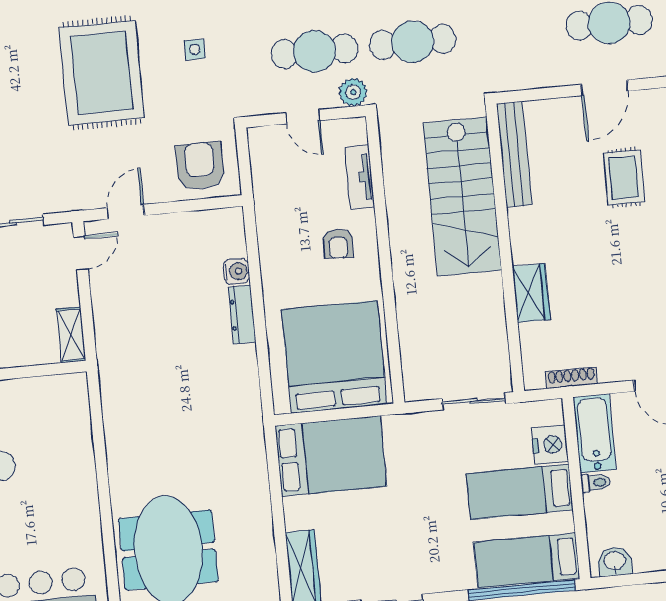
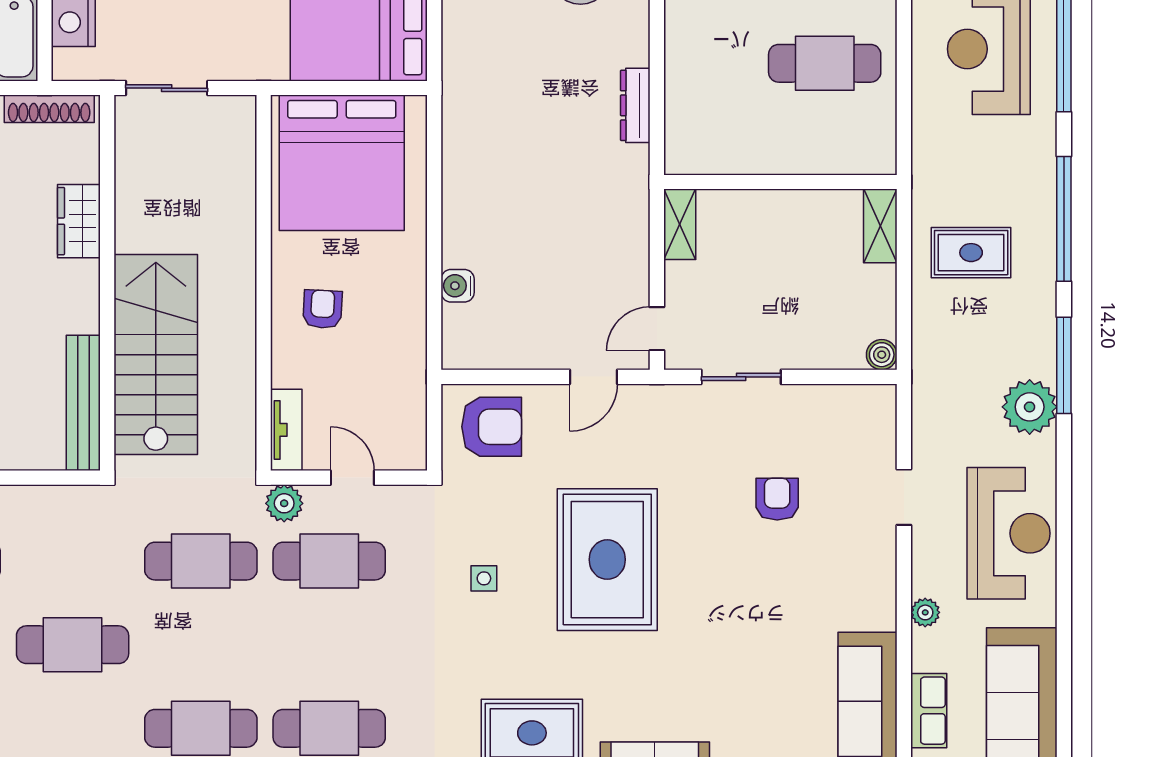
armchair: (200, 166) -> (492, 427), turned -90
tv unit: (360, 177) -> (286, 430), moved
dresser: (242, 315) -> (635, 105), moved, turned 180
shoe rack: (571, 378) -> (49, 109), width x1.36, depth x1.24

